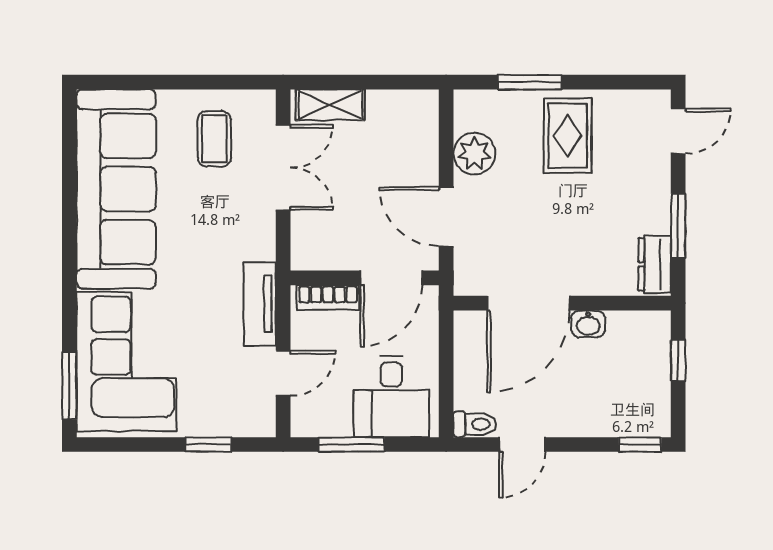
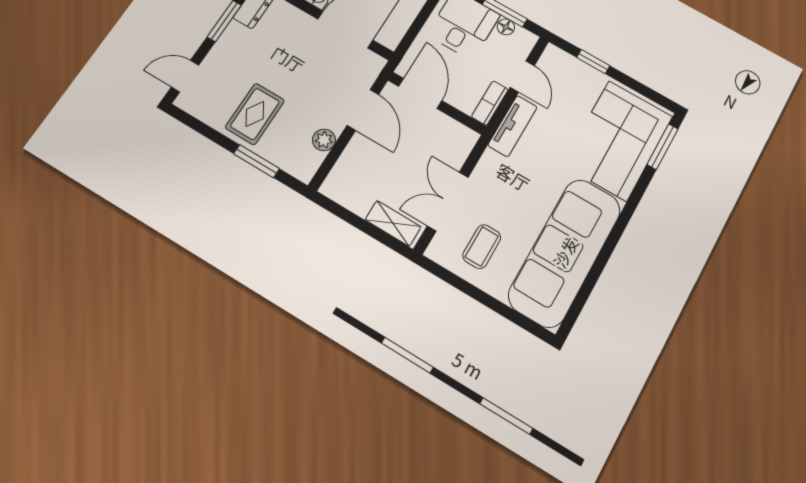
plant: (474, 154) -> (324, 140), width x0.73, depth x0.73
door: (391, 278) -> (420, 93), hinge flipped
bookcase: (328, 297) -> (490, 103), moved, turned -90
door: (283, 373) -> (522, 76), swing flipped
floor lamp: (339, 425) -> (506, 27), added

